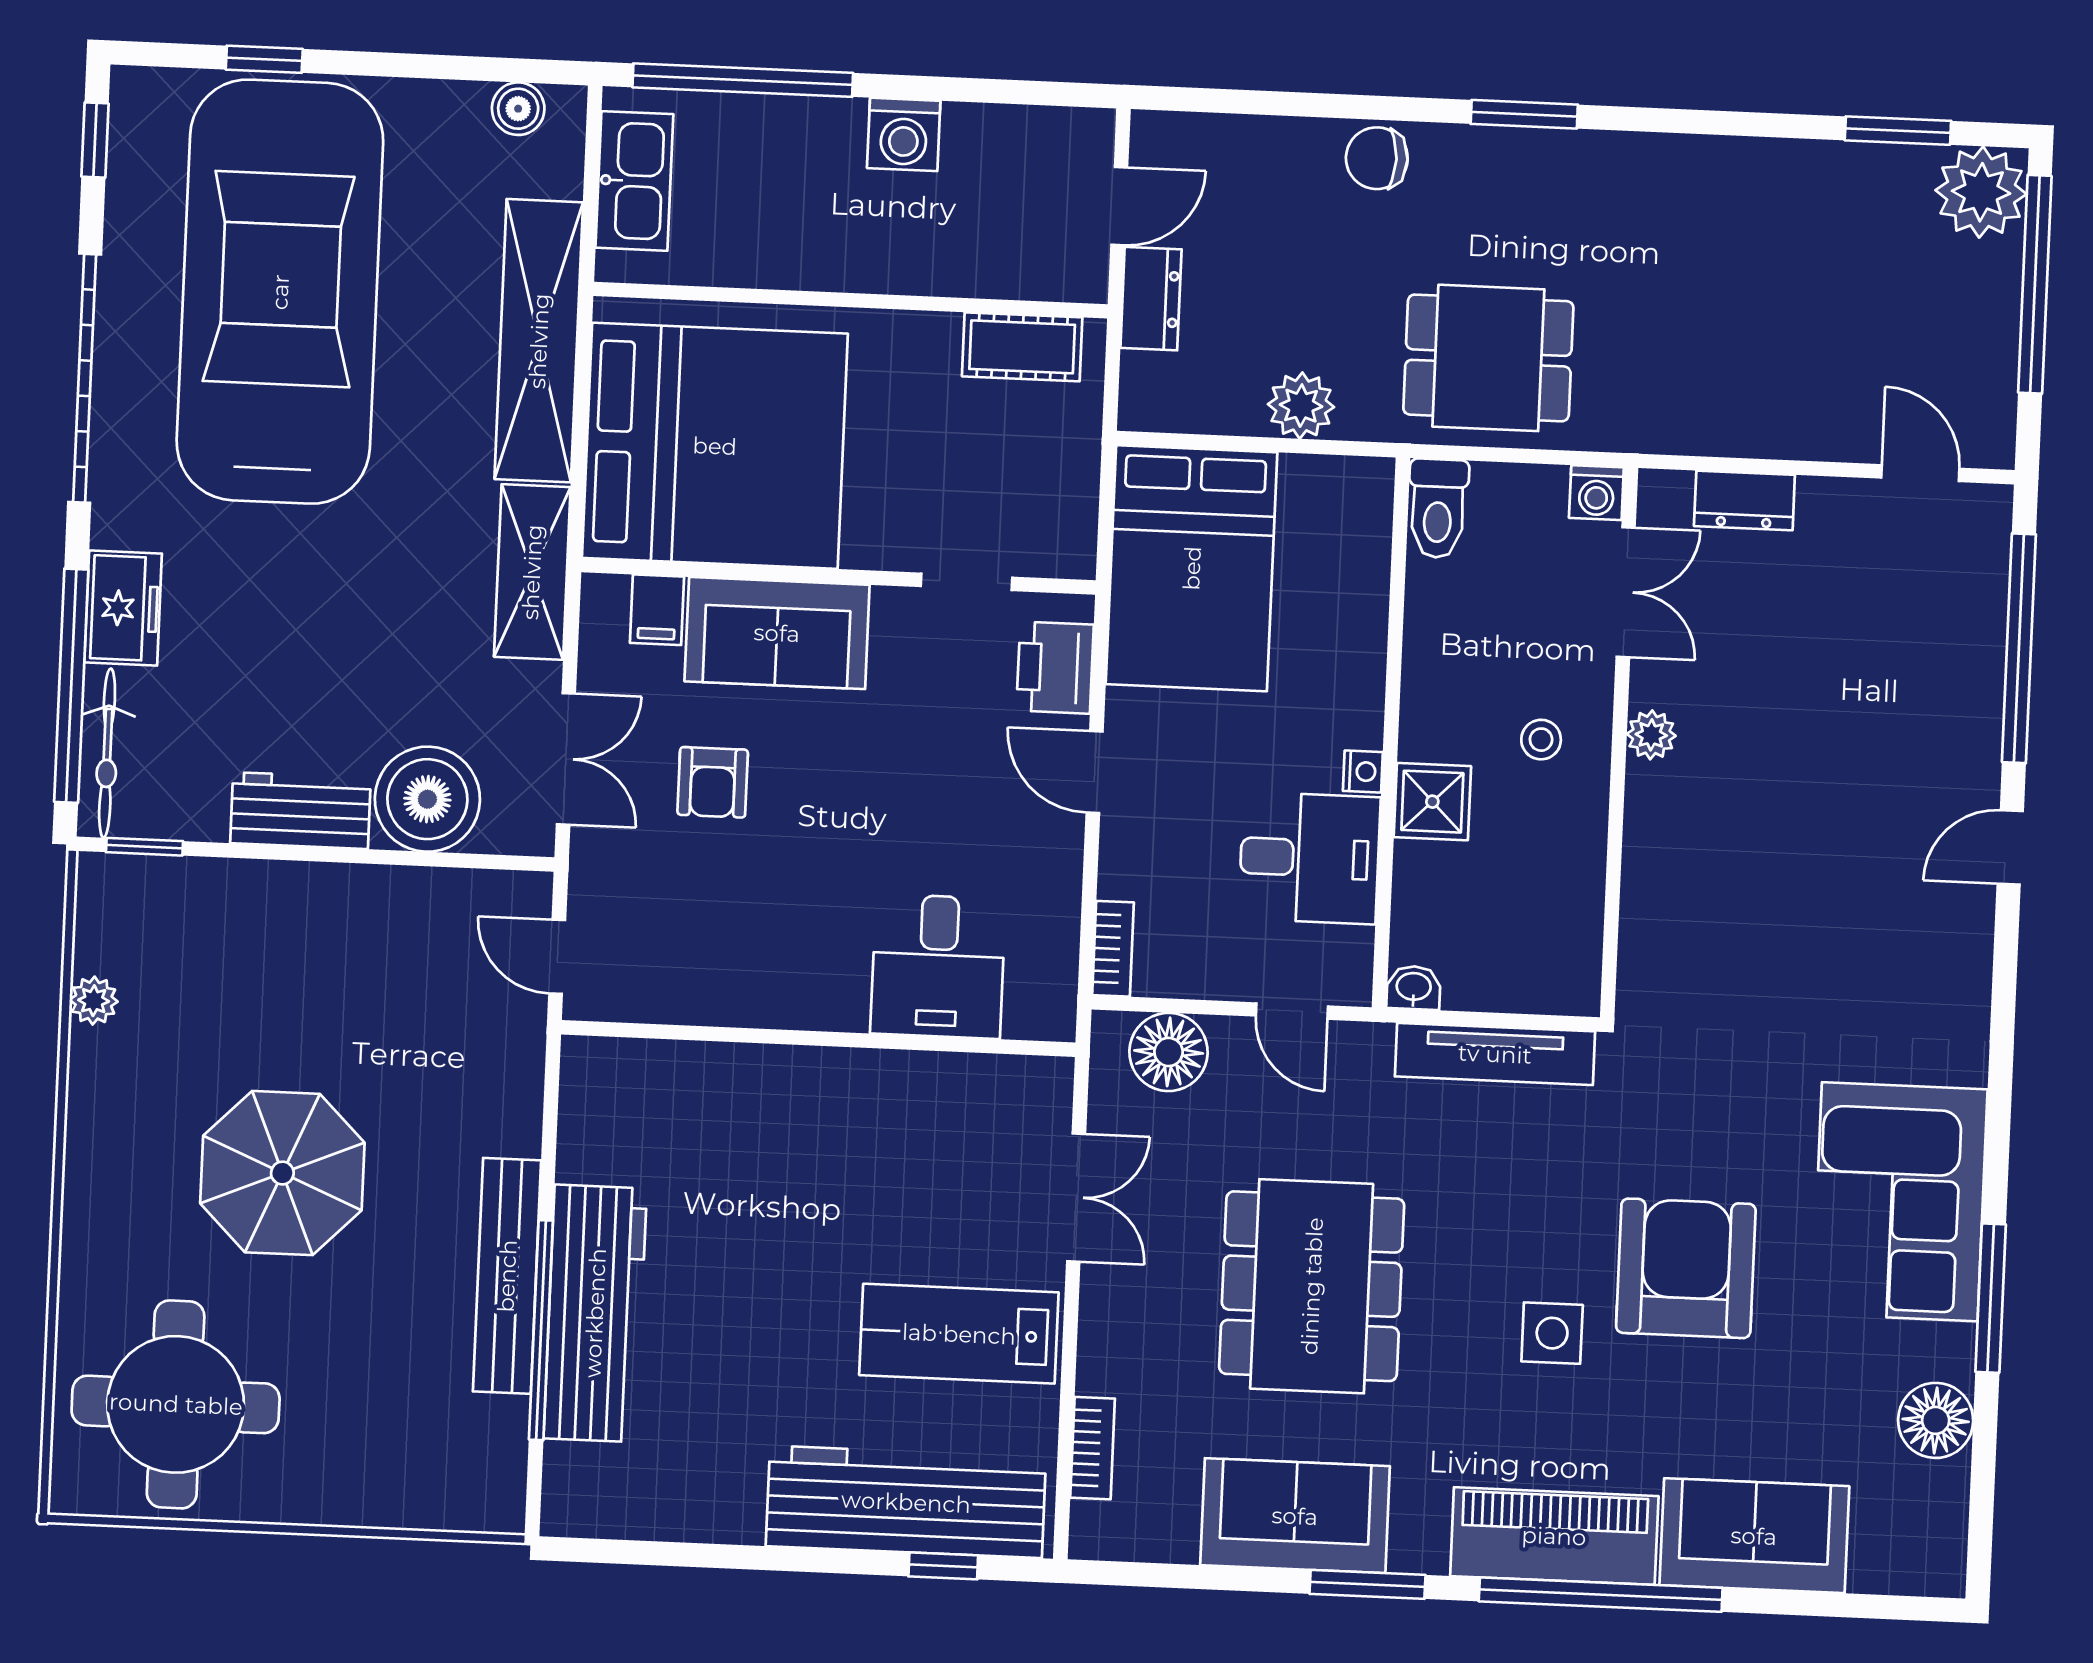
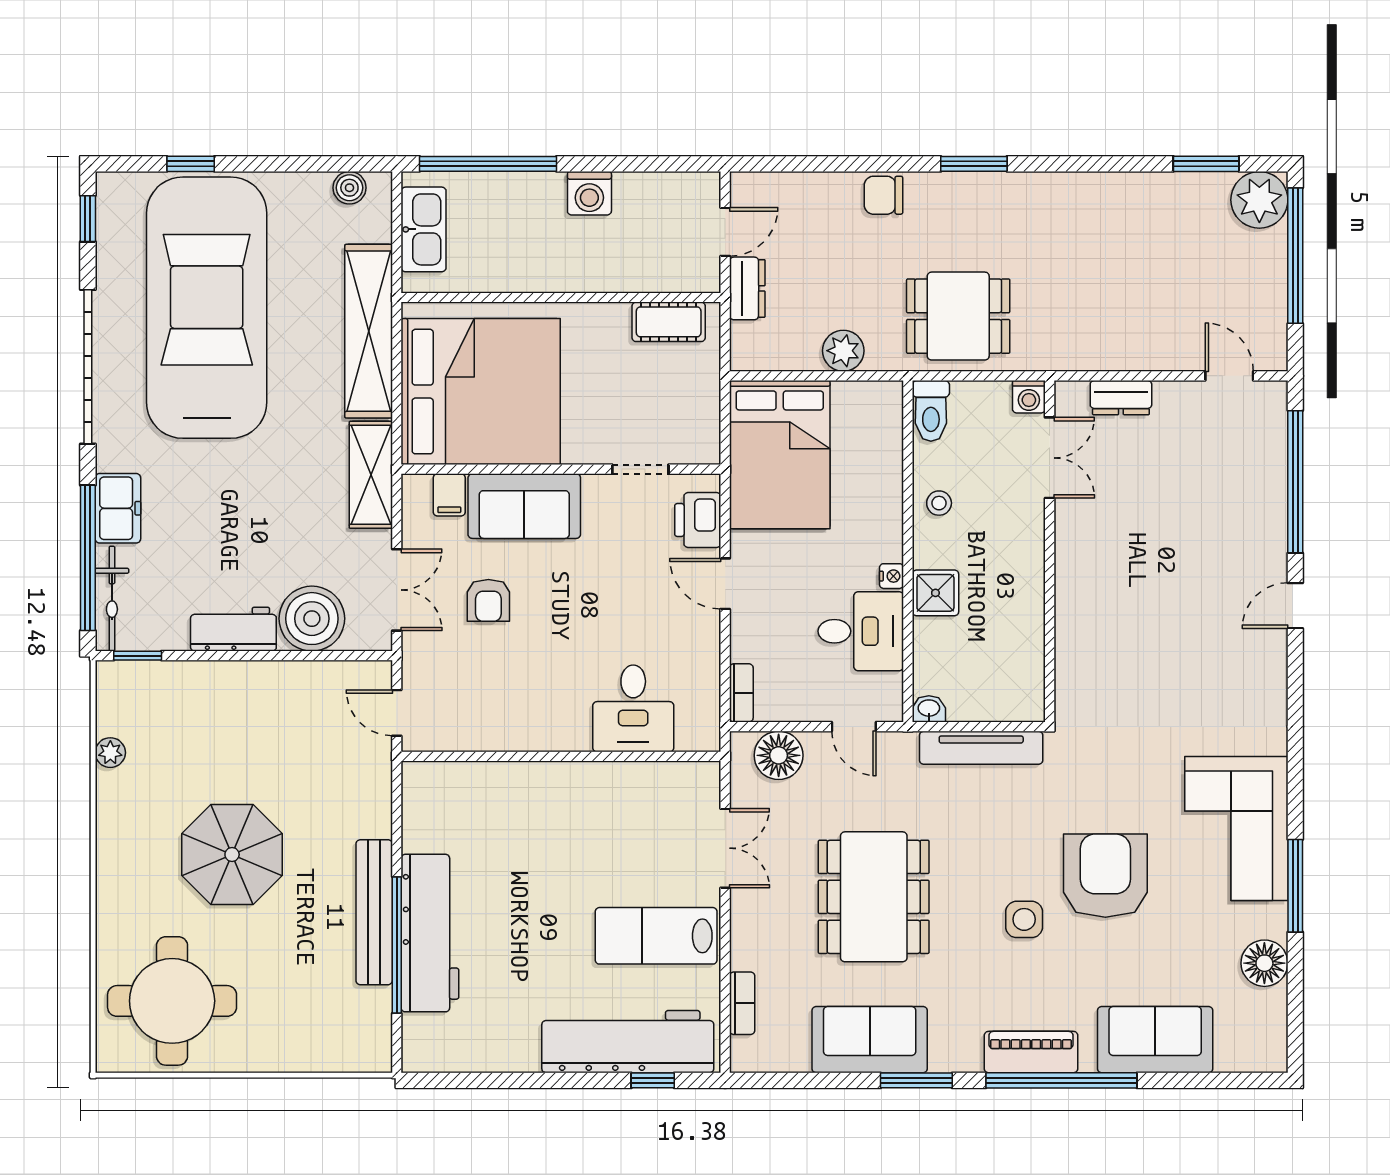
plant: (1651, 735) -> (1069, 546), removed
stool: (1541, 740) -> (939, 503), moved
piano: (1554, 1536) -> (1031, 1052), width x0.73, depth x0.75

